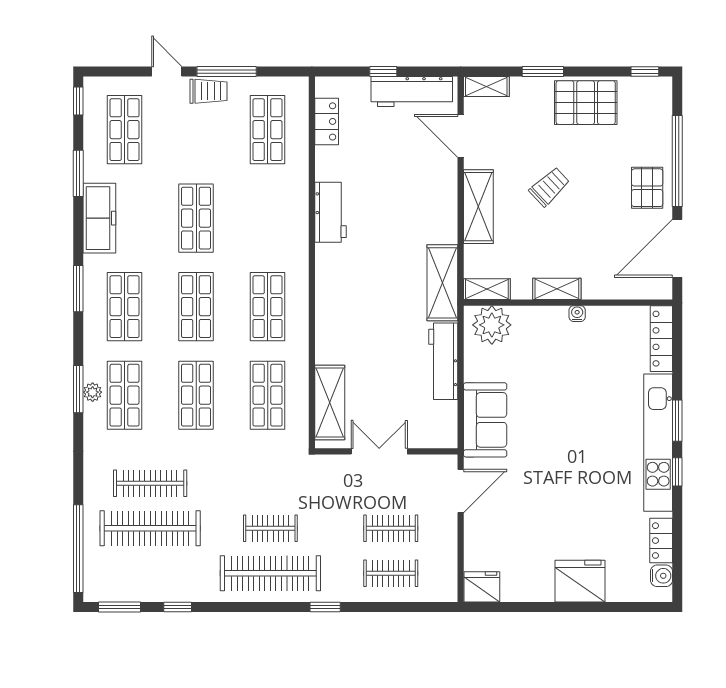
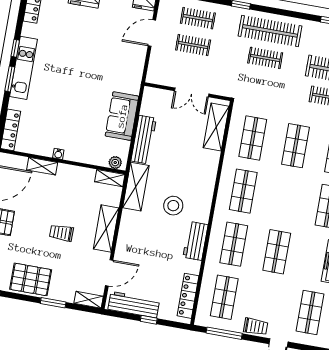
window: (227, 71) -> (224, 333), moved
trolley: (208, 91) -> (256, 327), turned 180
locker: (327, 121) -> (188, 296), width x1.53
door: (461, 136) -> (109, 273), hinge flipped
trolley: (549, 187) -> (61, 233), turned 43
stool: (376, 263) -> (173, 206), added
shelving: (557, 289) -> (42, 166), moved
shop shelf: (196, 307) -> (234, 244), moved
plant: (492, 325) -> (115, 163), width x0.53, depth x0.53
sofa: (485, 420) -> (122, 116), moved
kitchen unit: (658, 443) -> (24, 68), width x0.73
door: (461, 491) -> (152, 33), moved

